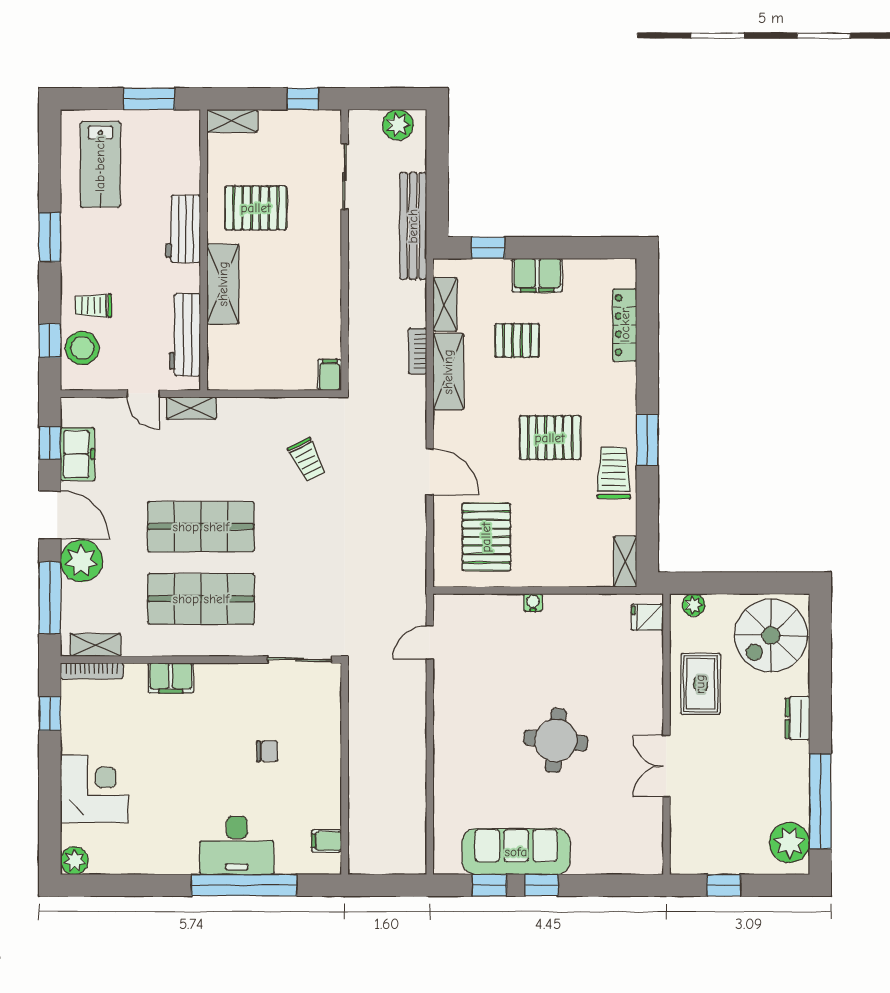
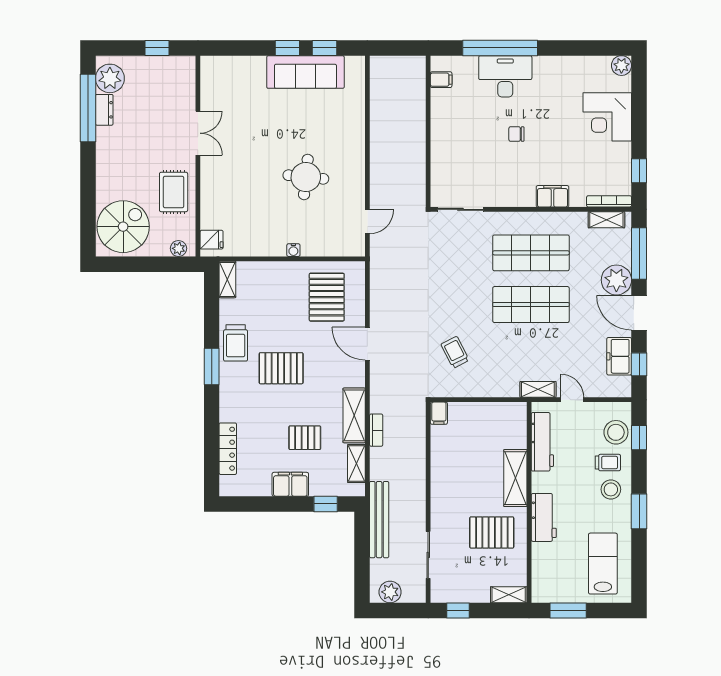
stool: (89, 268) -> (611, 489), added
dresser: (797, 718) -> (104, 110), moved
round table: (556, 740) -> (306, 177), moved
chair: (267, 751) -> (516, 134), moved

